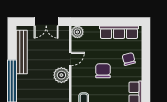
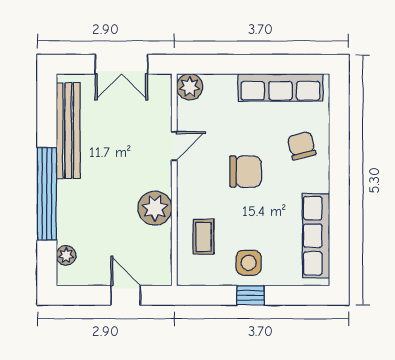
chair: (103, 71) -> (246, 172), turned 90
plant: (61, 75) -> (155, 208), moved

